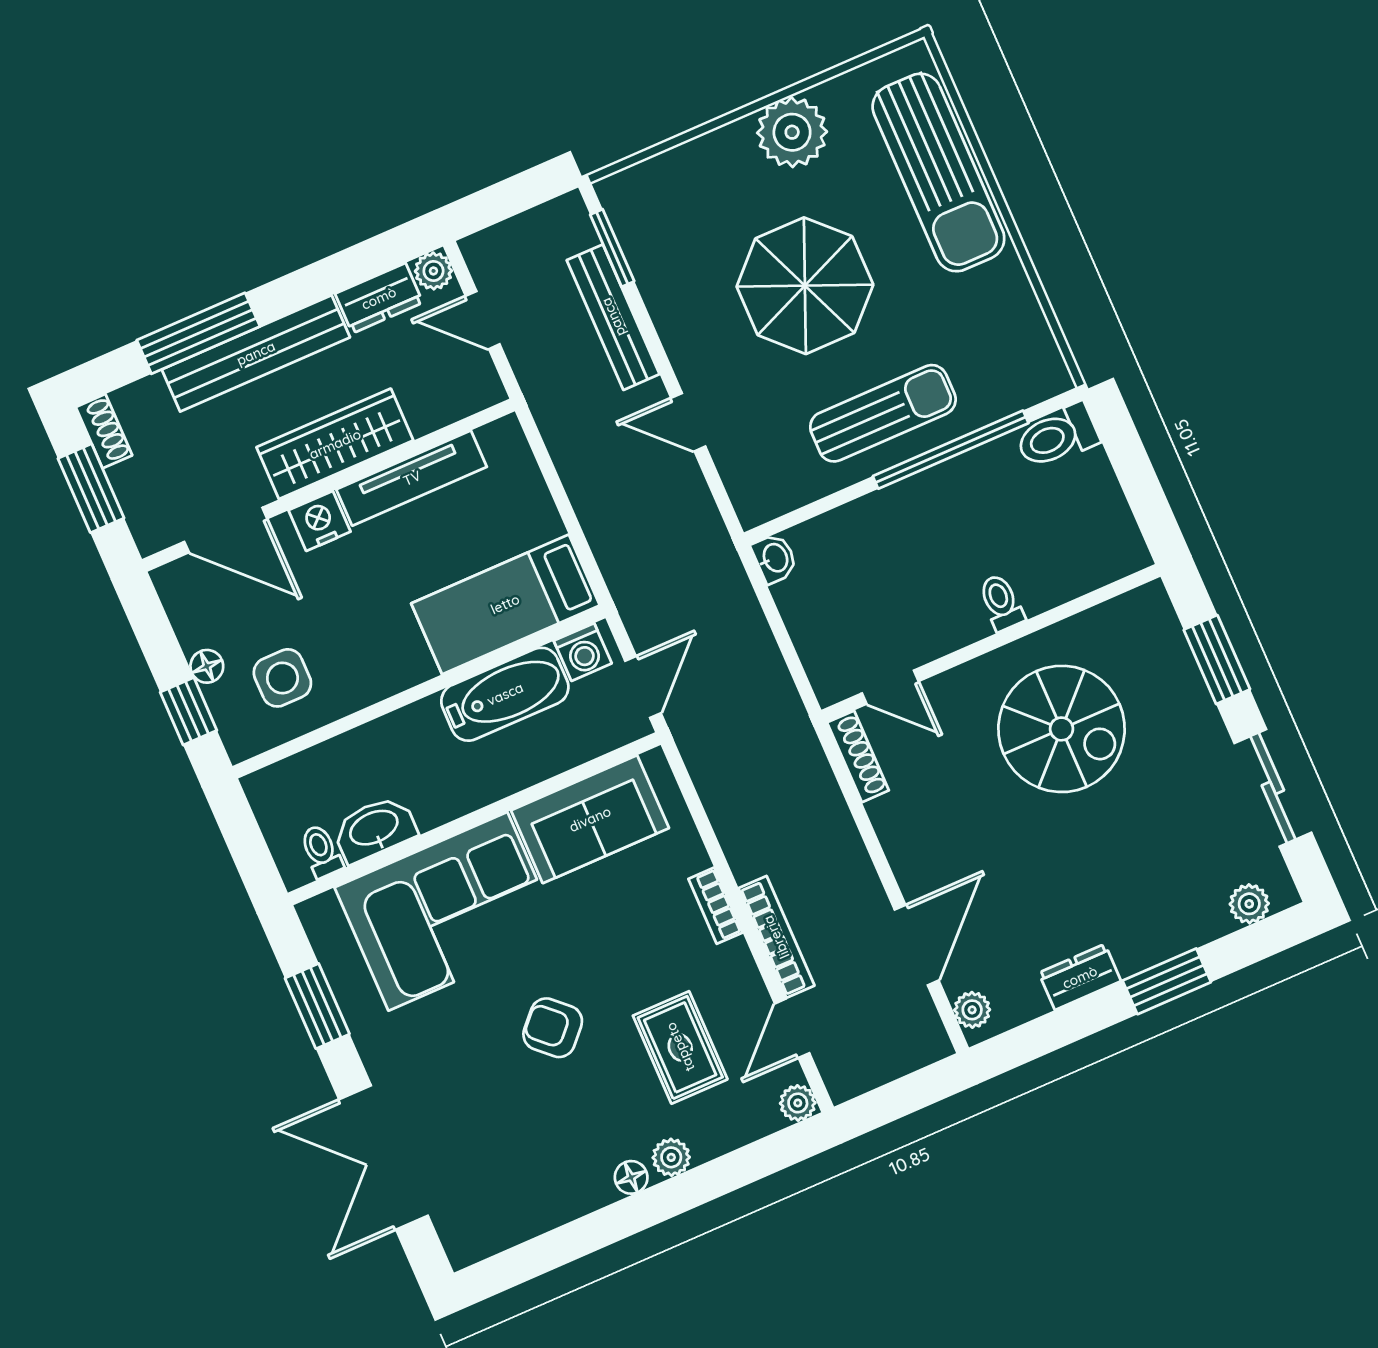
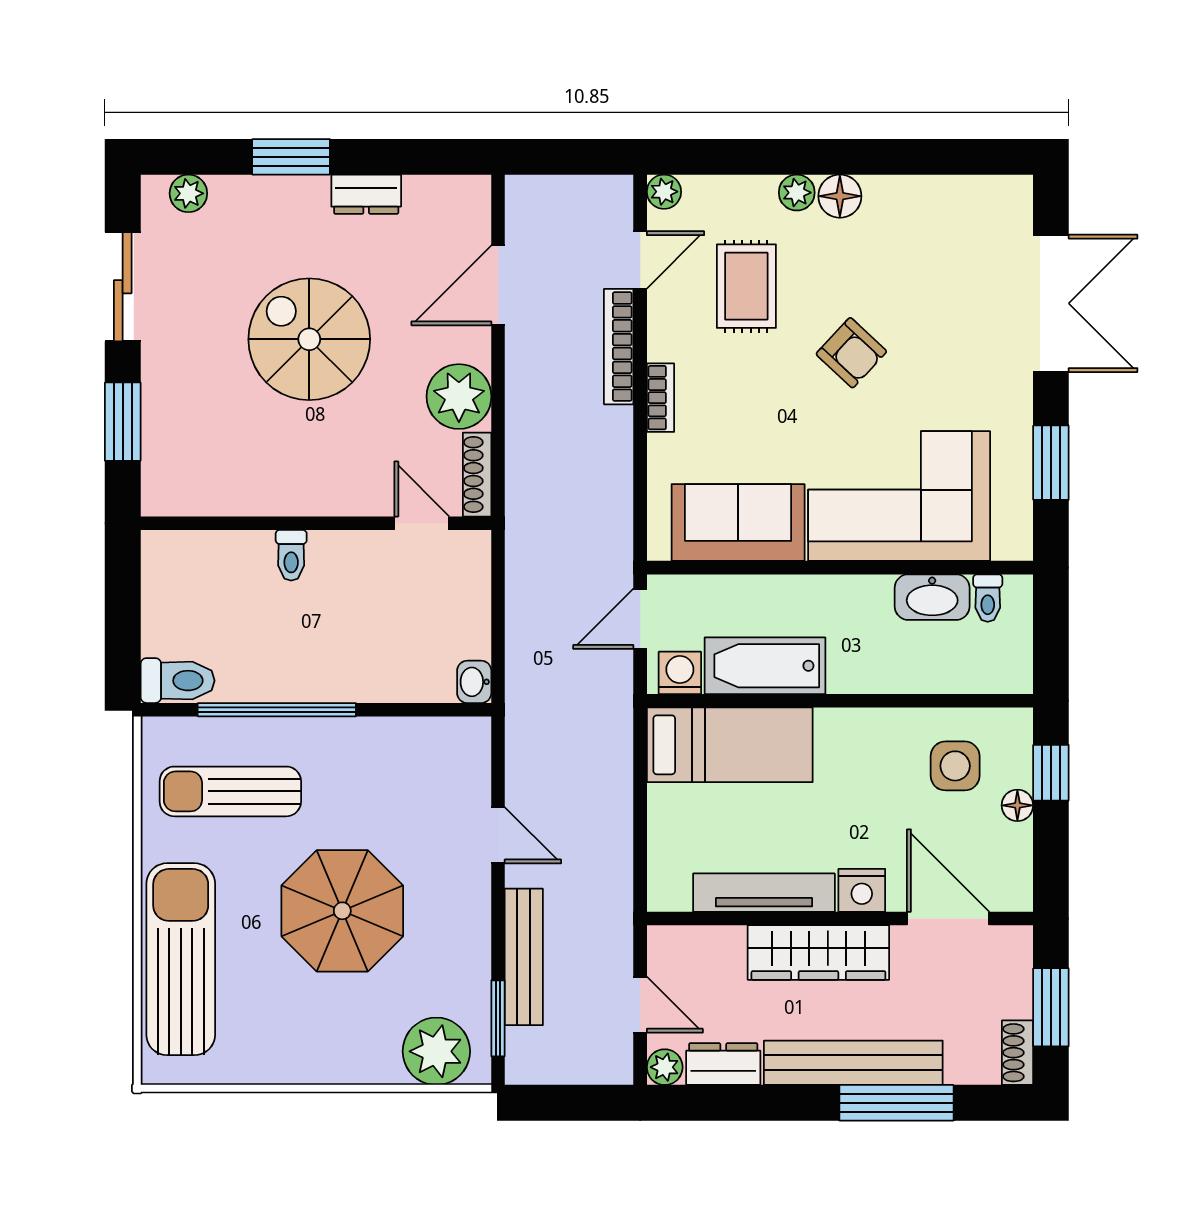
plant: (792, 132) -> (436, 1051), moved
sun lounger: (883, 413) -> (230, 791), moved
spiral stairs: (1062, 729) -> (309, 339), moved
plant: (972, 1010) -> (459, 397), moved, width x1.88, depth x1.88
floor lamp: (631, 1177) -> (840, 196), width x1.37, depth x1.37

